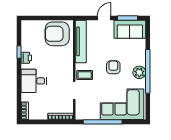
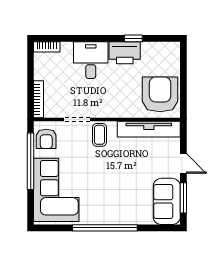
printer: (26, 58) -> (125, 53), width x1.87, depth x1.48
armchair: (113, 67) -> (46, 139), moved, turned 90
plant: (139, 72) -> (103, 215), removed

